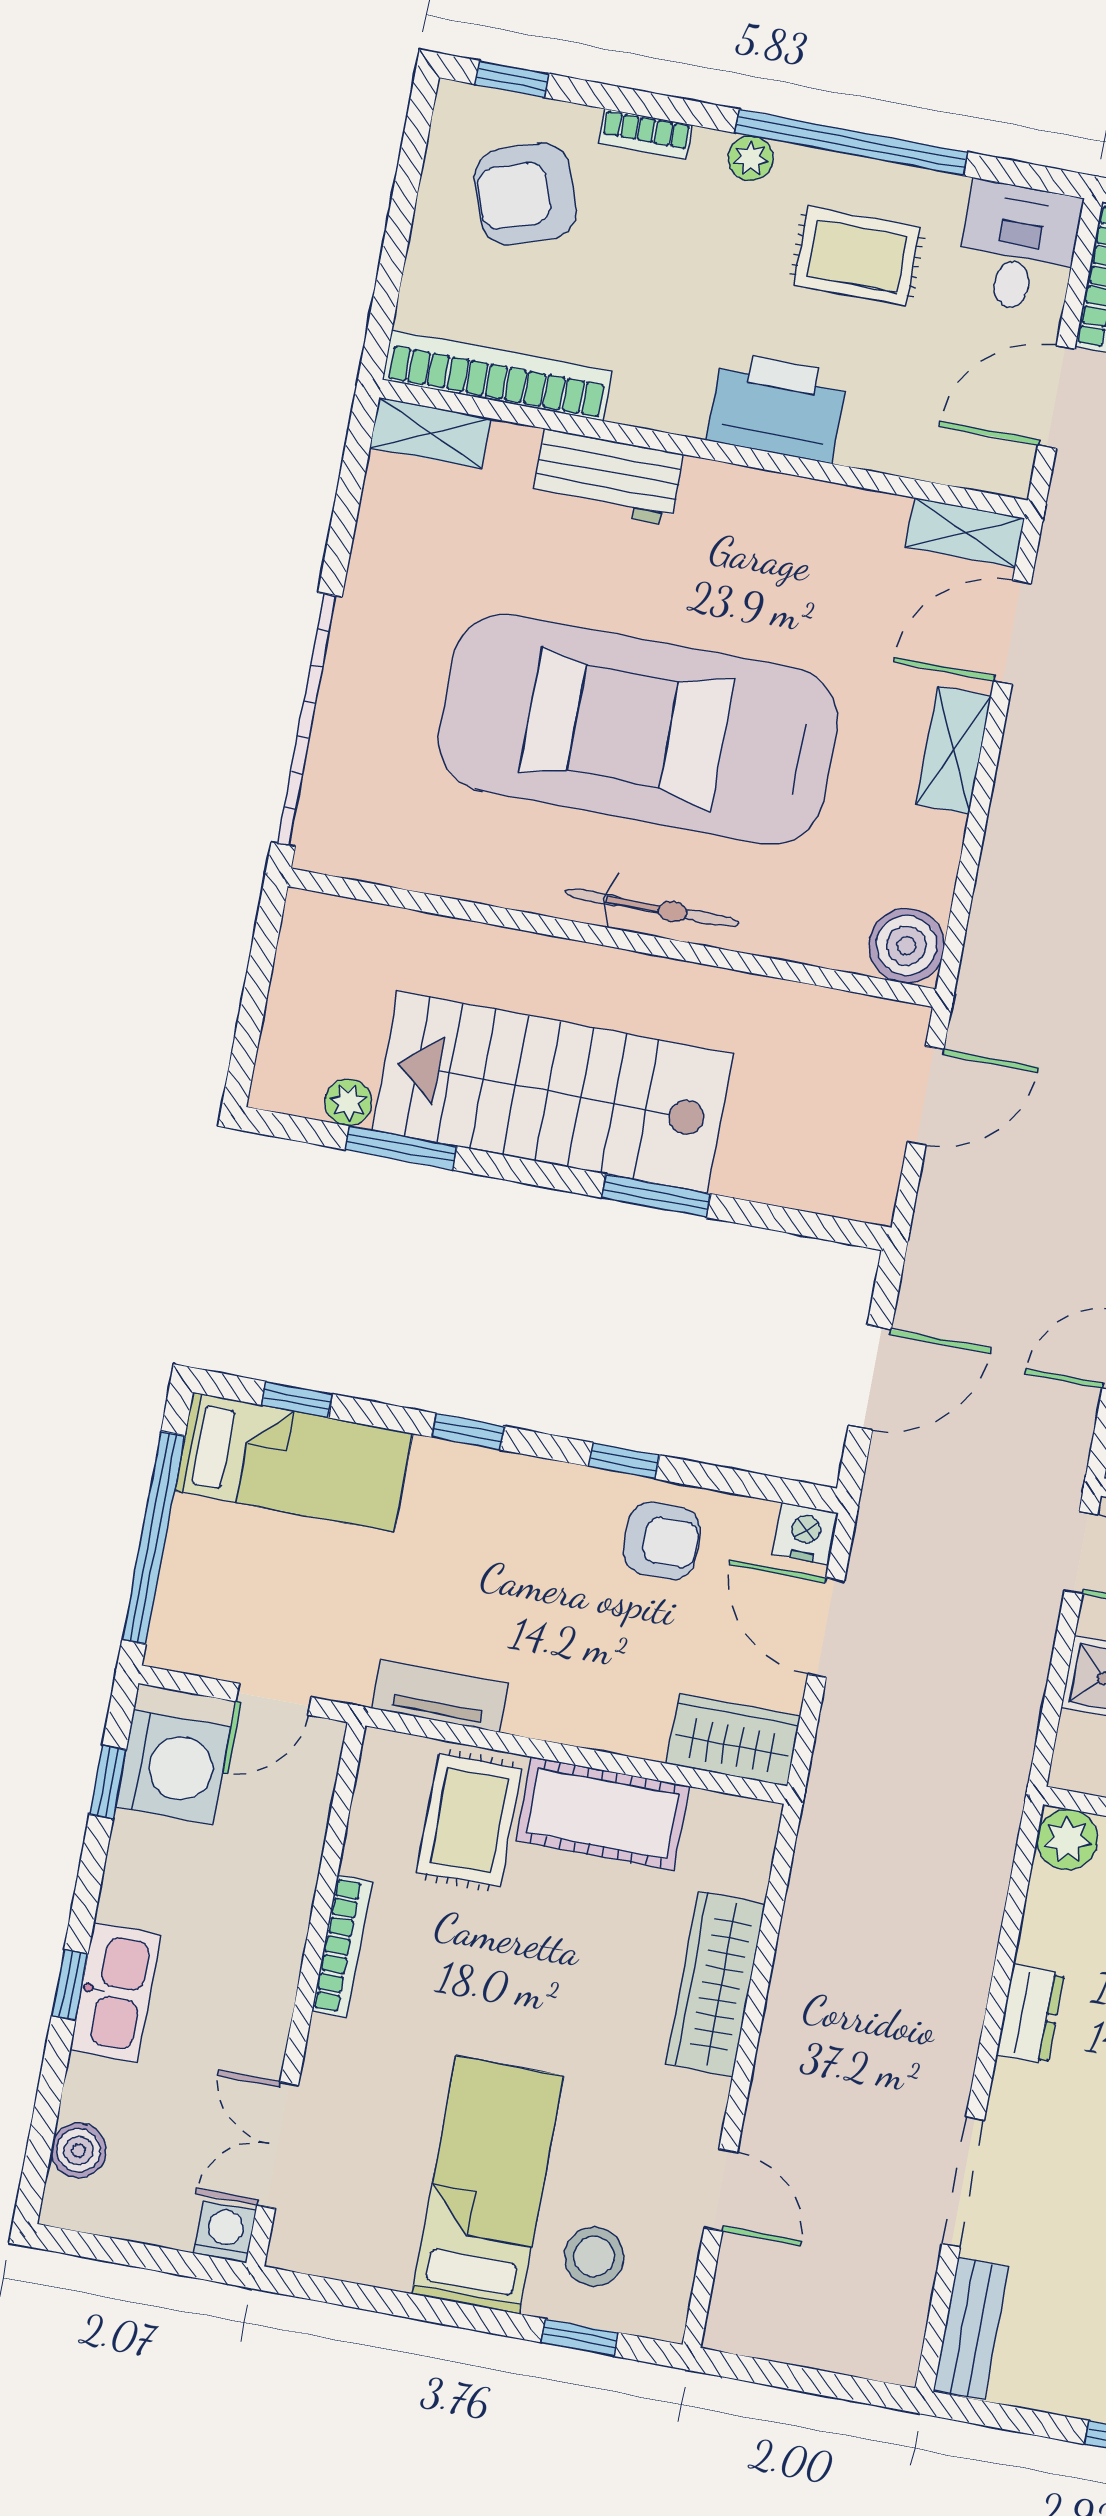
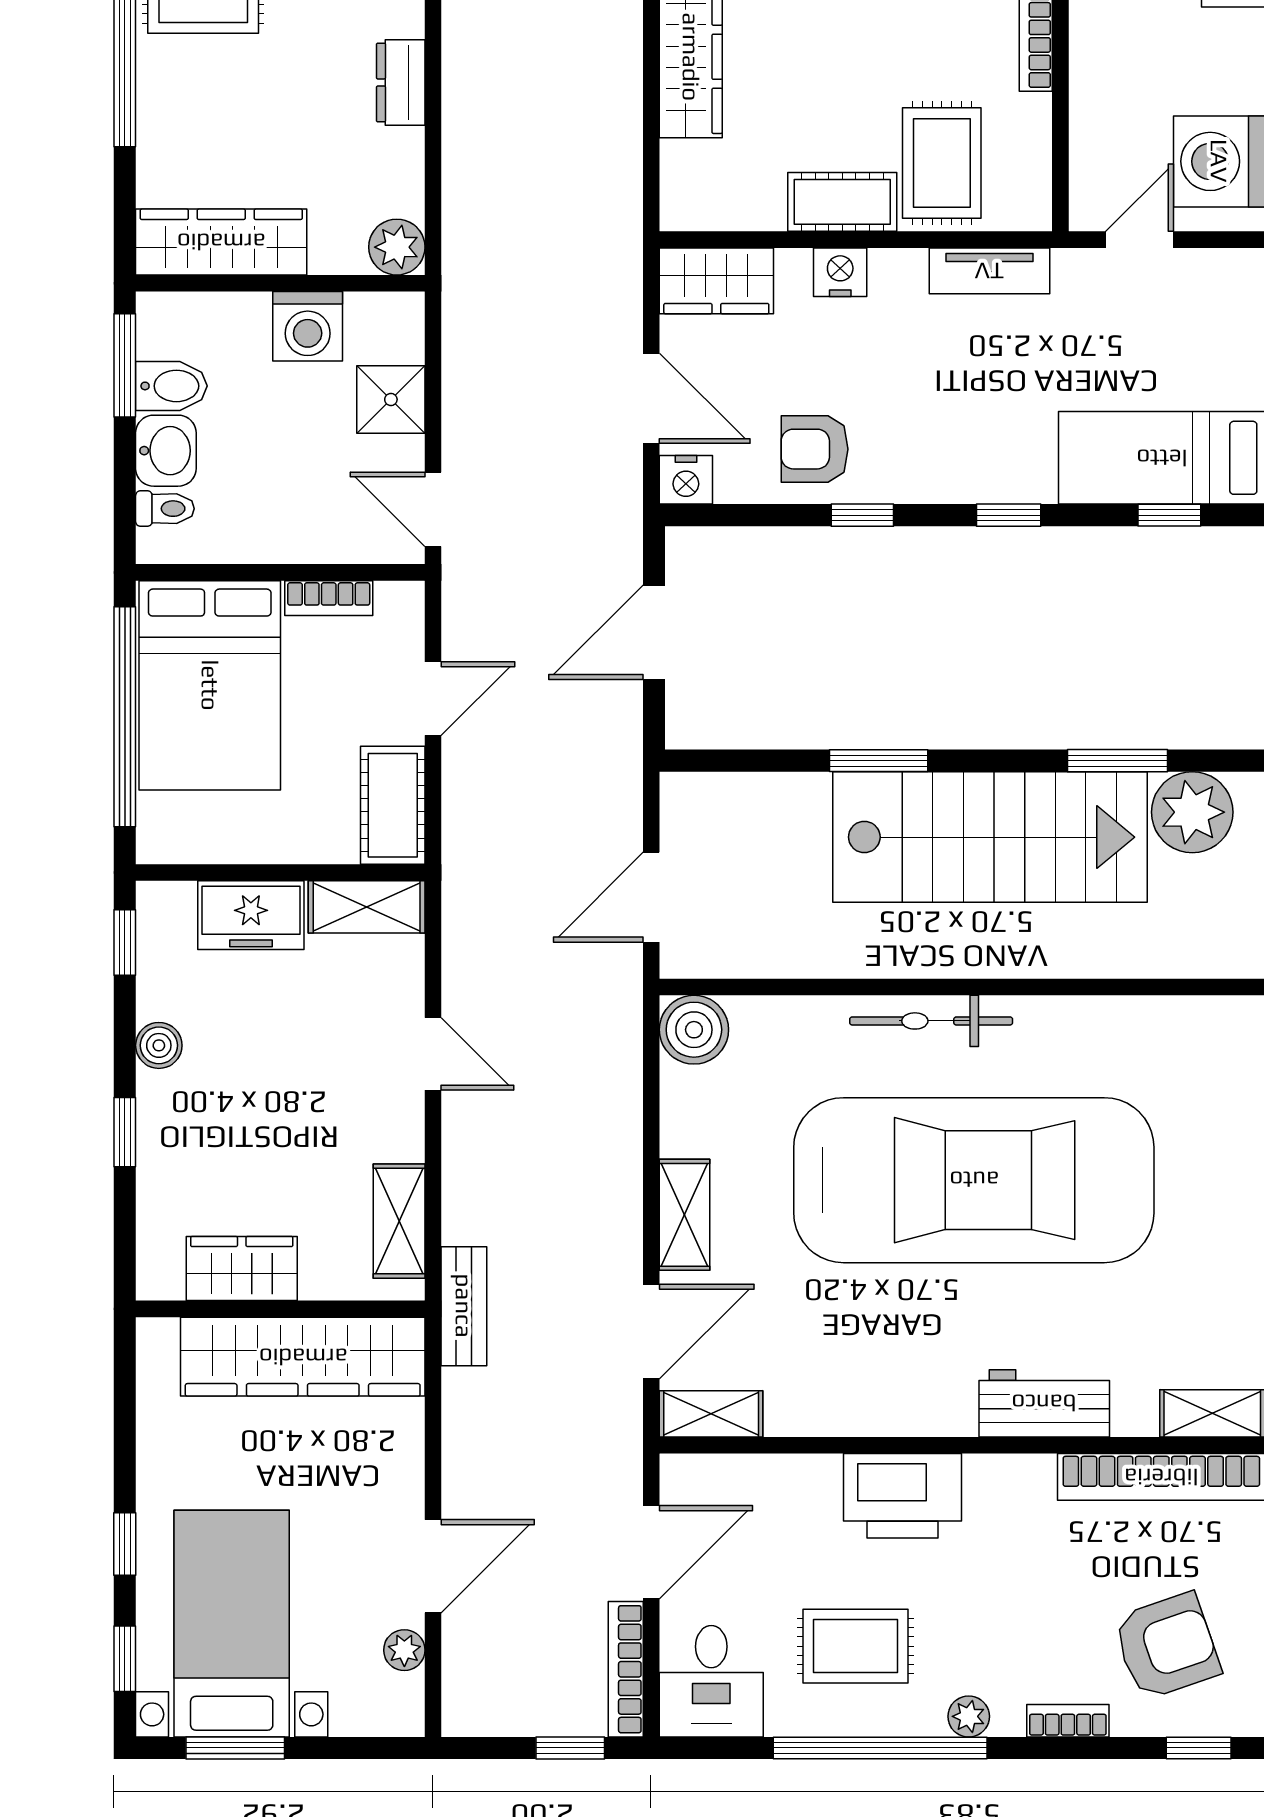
plant: (348, 1102) -> (1192, 812), width x1.88, depth x1.88
nightstand: (599, 1724) -> (840, 272), added
cot: (603, 1814) -> (842, 202), width x0.73, depth x0.75

